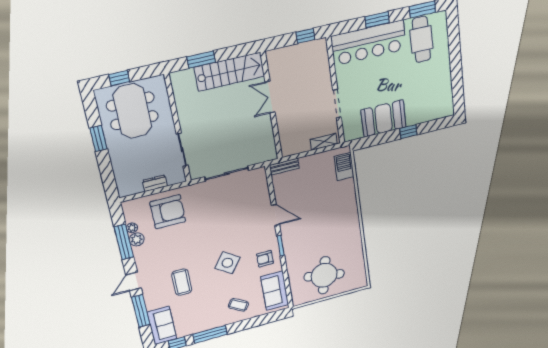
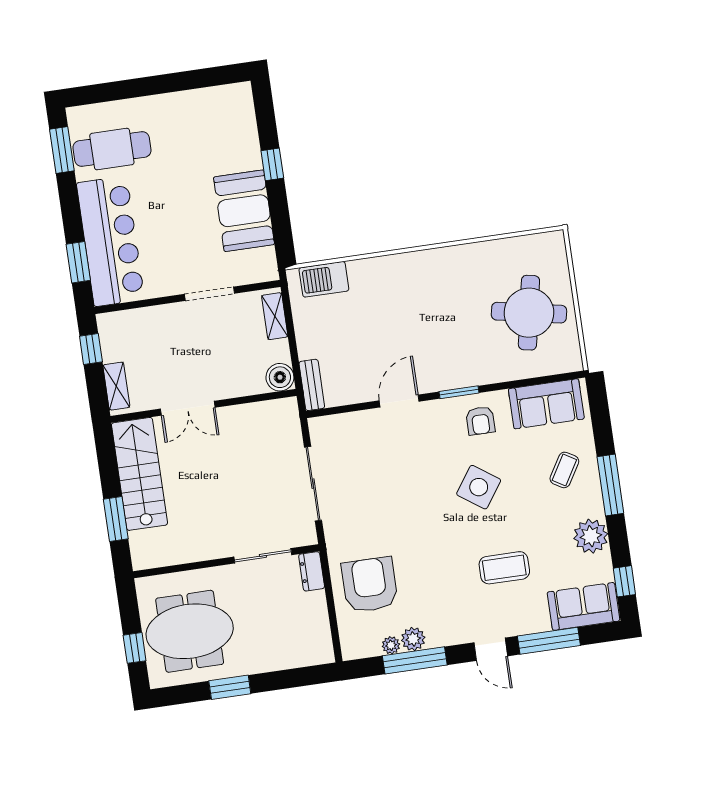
window: (377, 20) -> (78, 262), moved
shelving: (283, 53) -> (116, 386), added
boiler: (289, 148) -> (280, 377), added
dresser: (155, 183) -> (312, 571), moved
plant: (202, 323) -> (591, 536), added
window: (210, 334) -> (610, 485), moved

